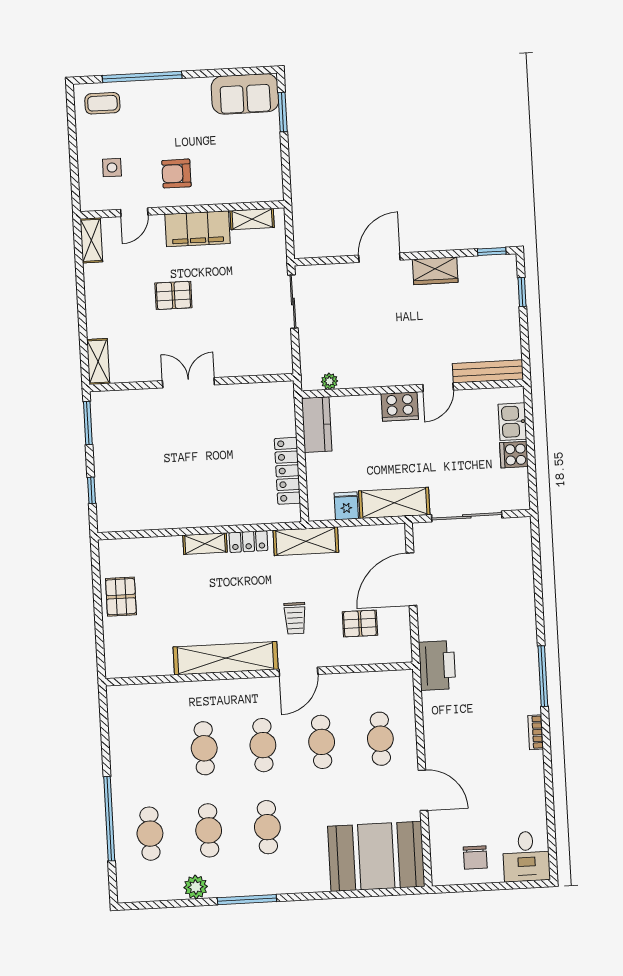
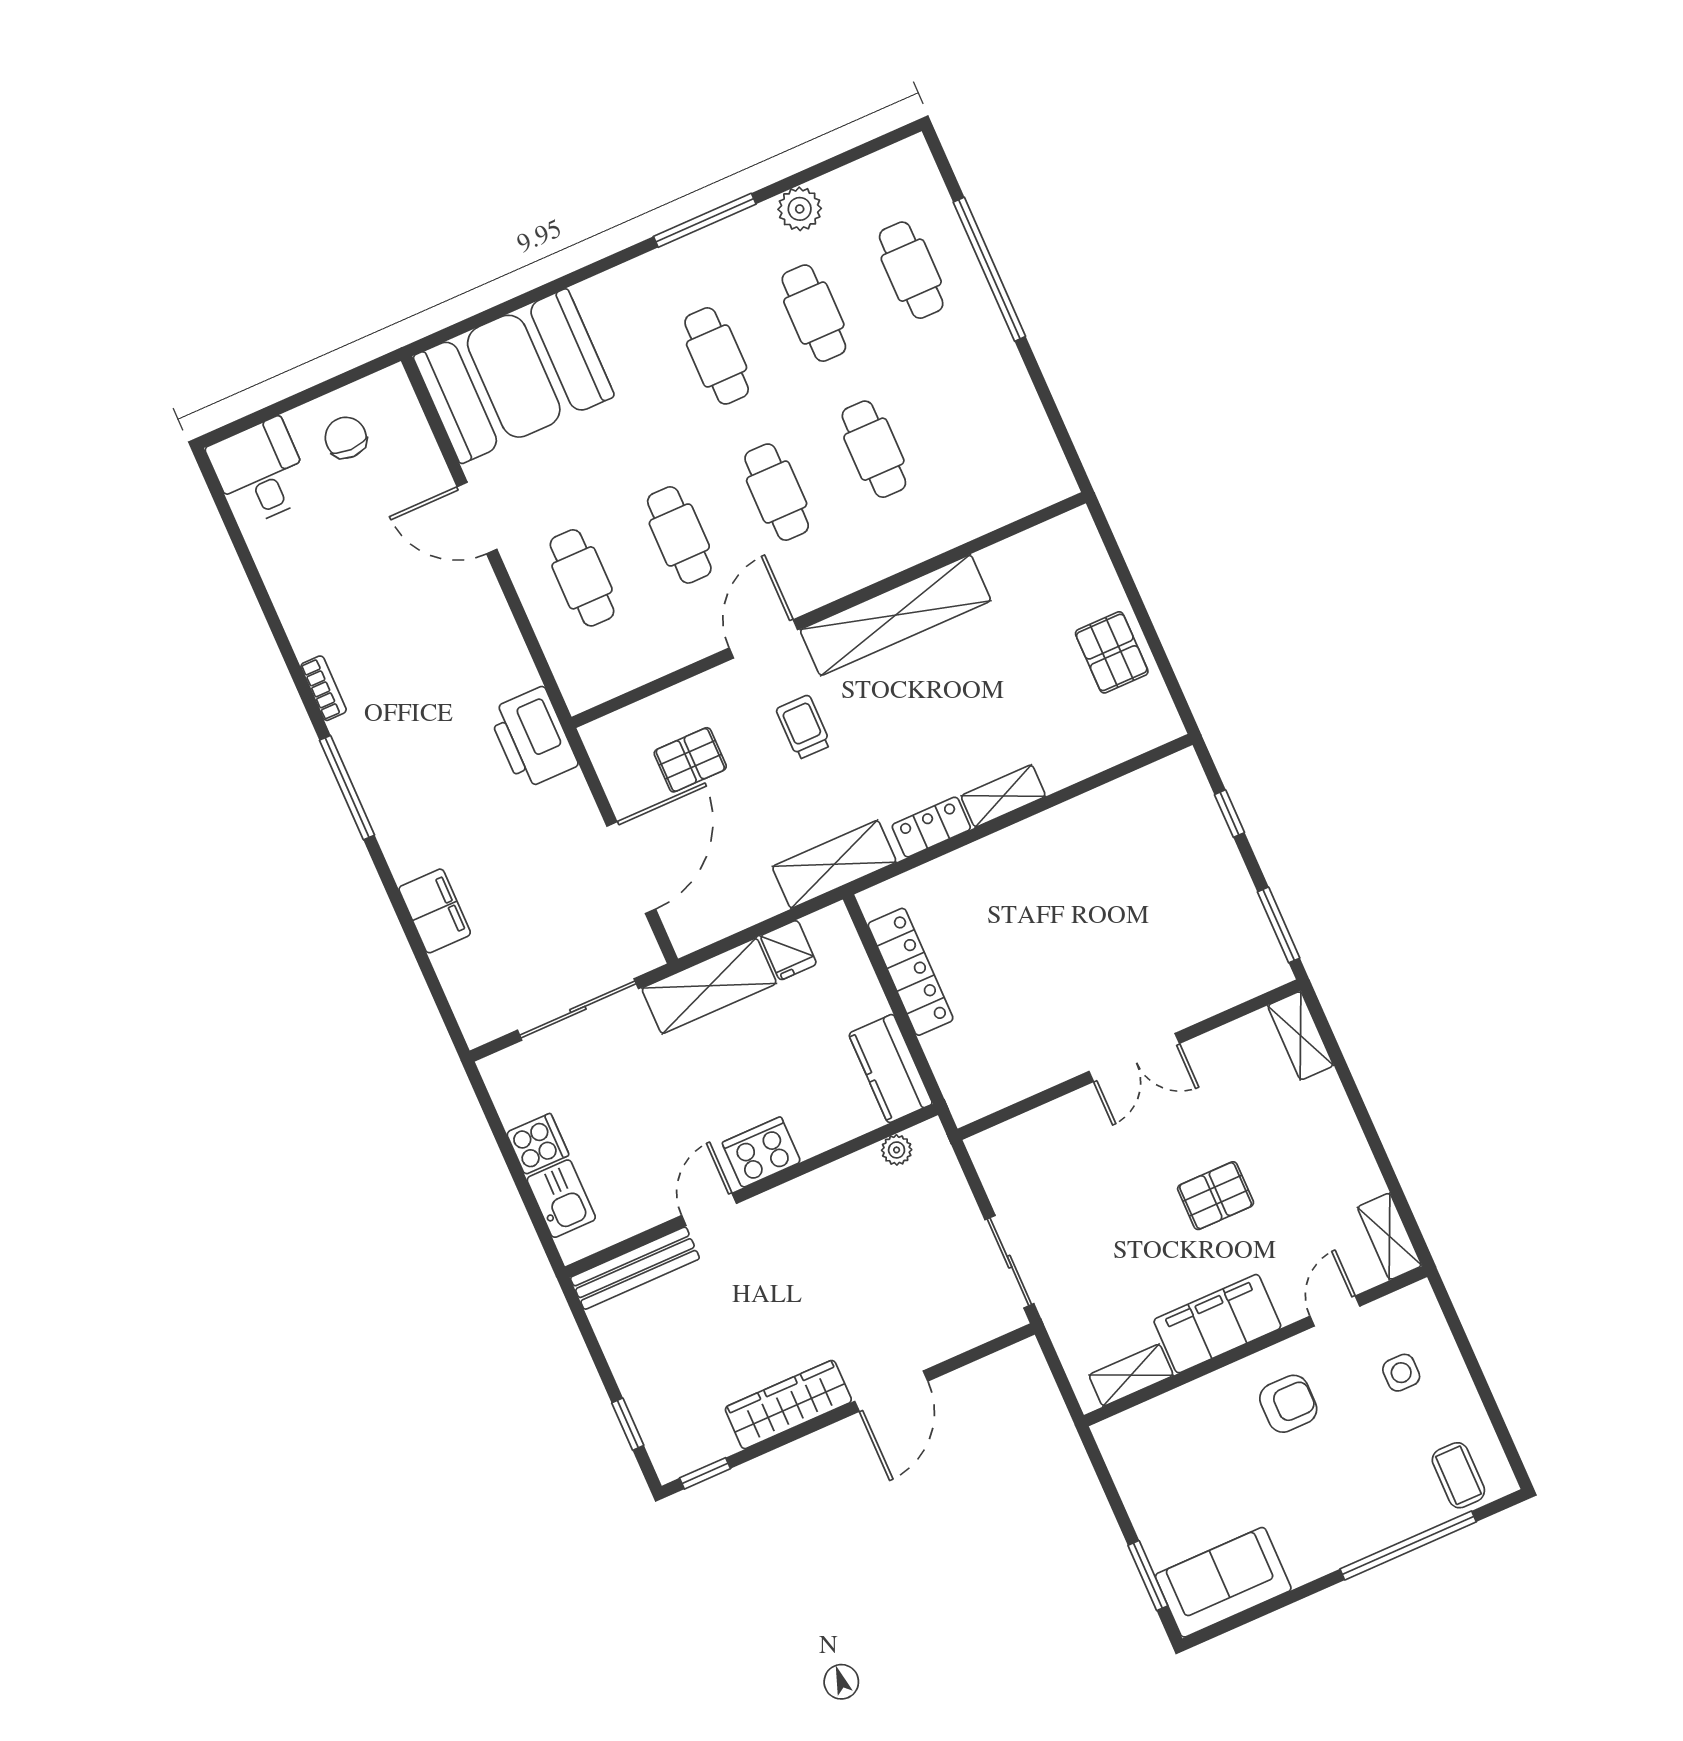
coffee table: (102, 103) -> (1458, 1475), turned 90
wardrobe: (435, 271) -> (788, 1405), width x1.50
filing cabinet: (522, 595) -> (435, 911), added

